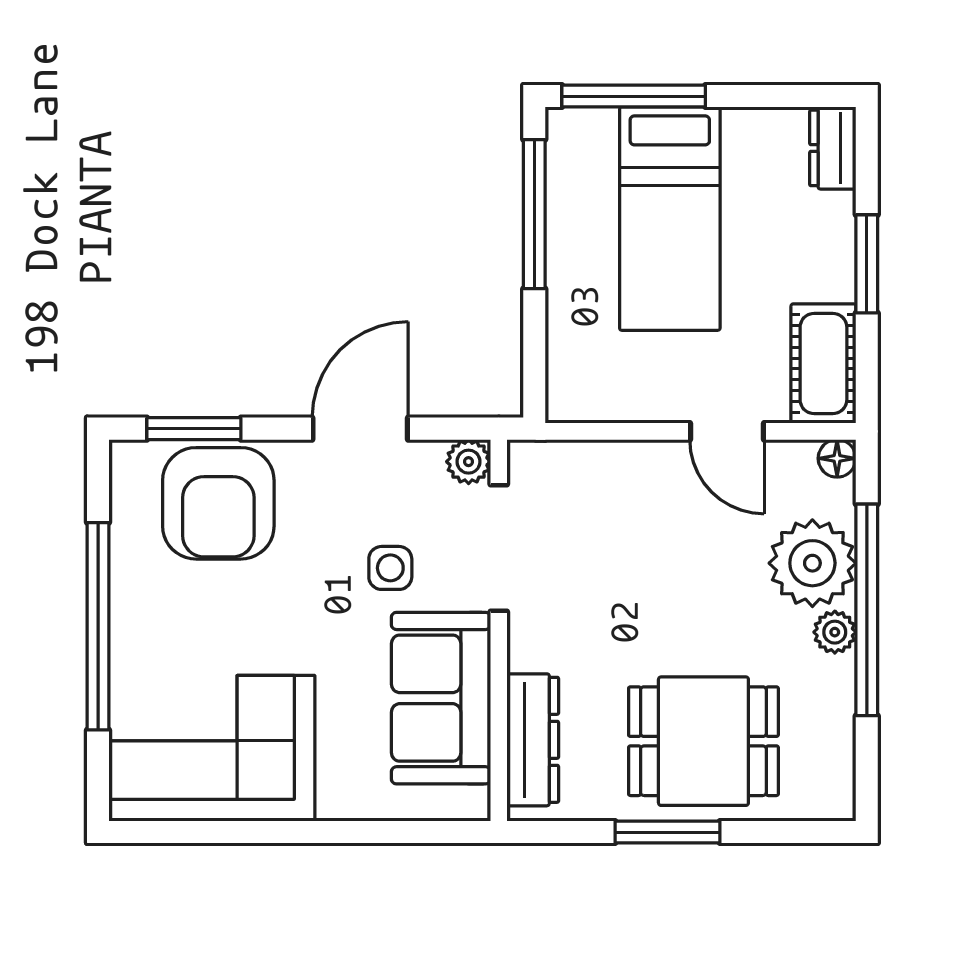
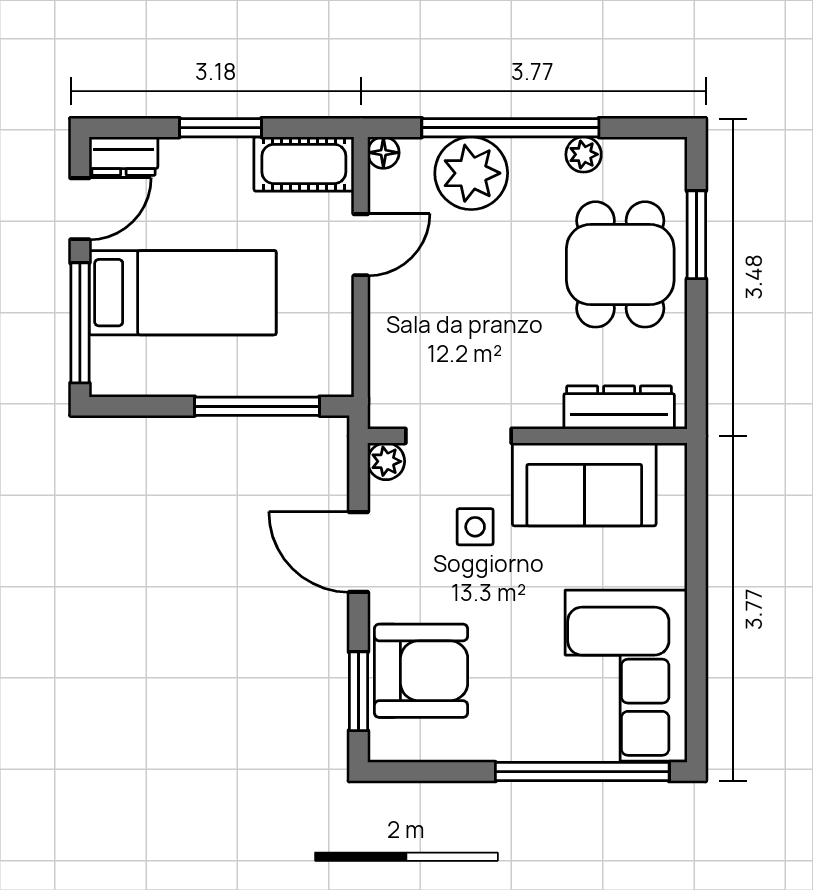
door: (770, 96) -> (80, 209), added
window: (534, 214) -> (257, 406), moved
window: (98, 626) -> (582, 772), moved
plant: (835, 632) -> (584, 154), moved
window: (667, 832) -> (696, 235), moved

